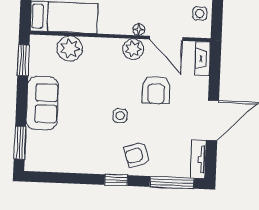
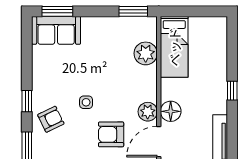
floor lamp: (139, 29) -> (171, 111), width x1.89, depth x1.89
sofa: (42, 103) -> (56, 30), moved
armchair: (137, 155) -> (51, 119), turned 82

